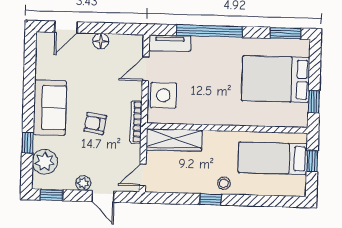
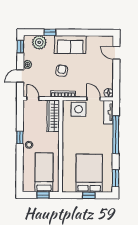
floor lamp: (101, 41) -> (109, 93), moved
window: (314, 102) -> (89, 195), moved

